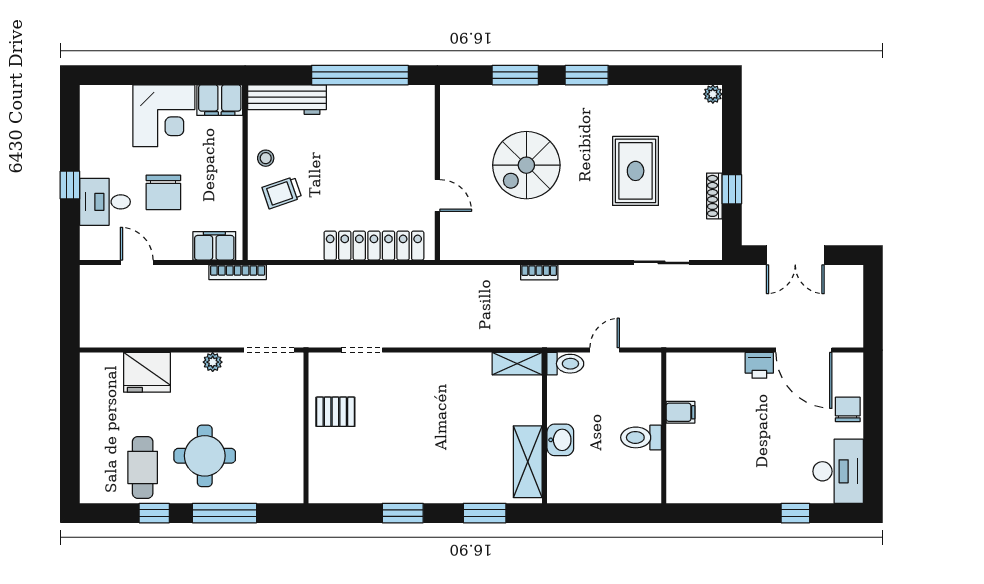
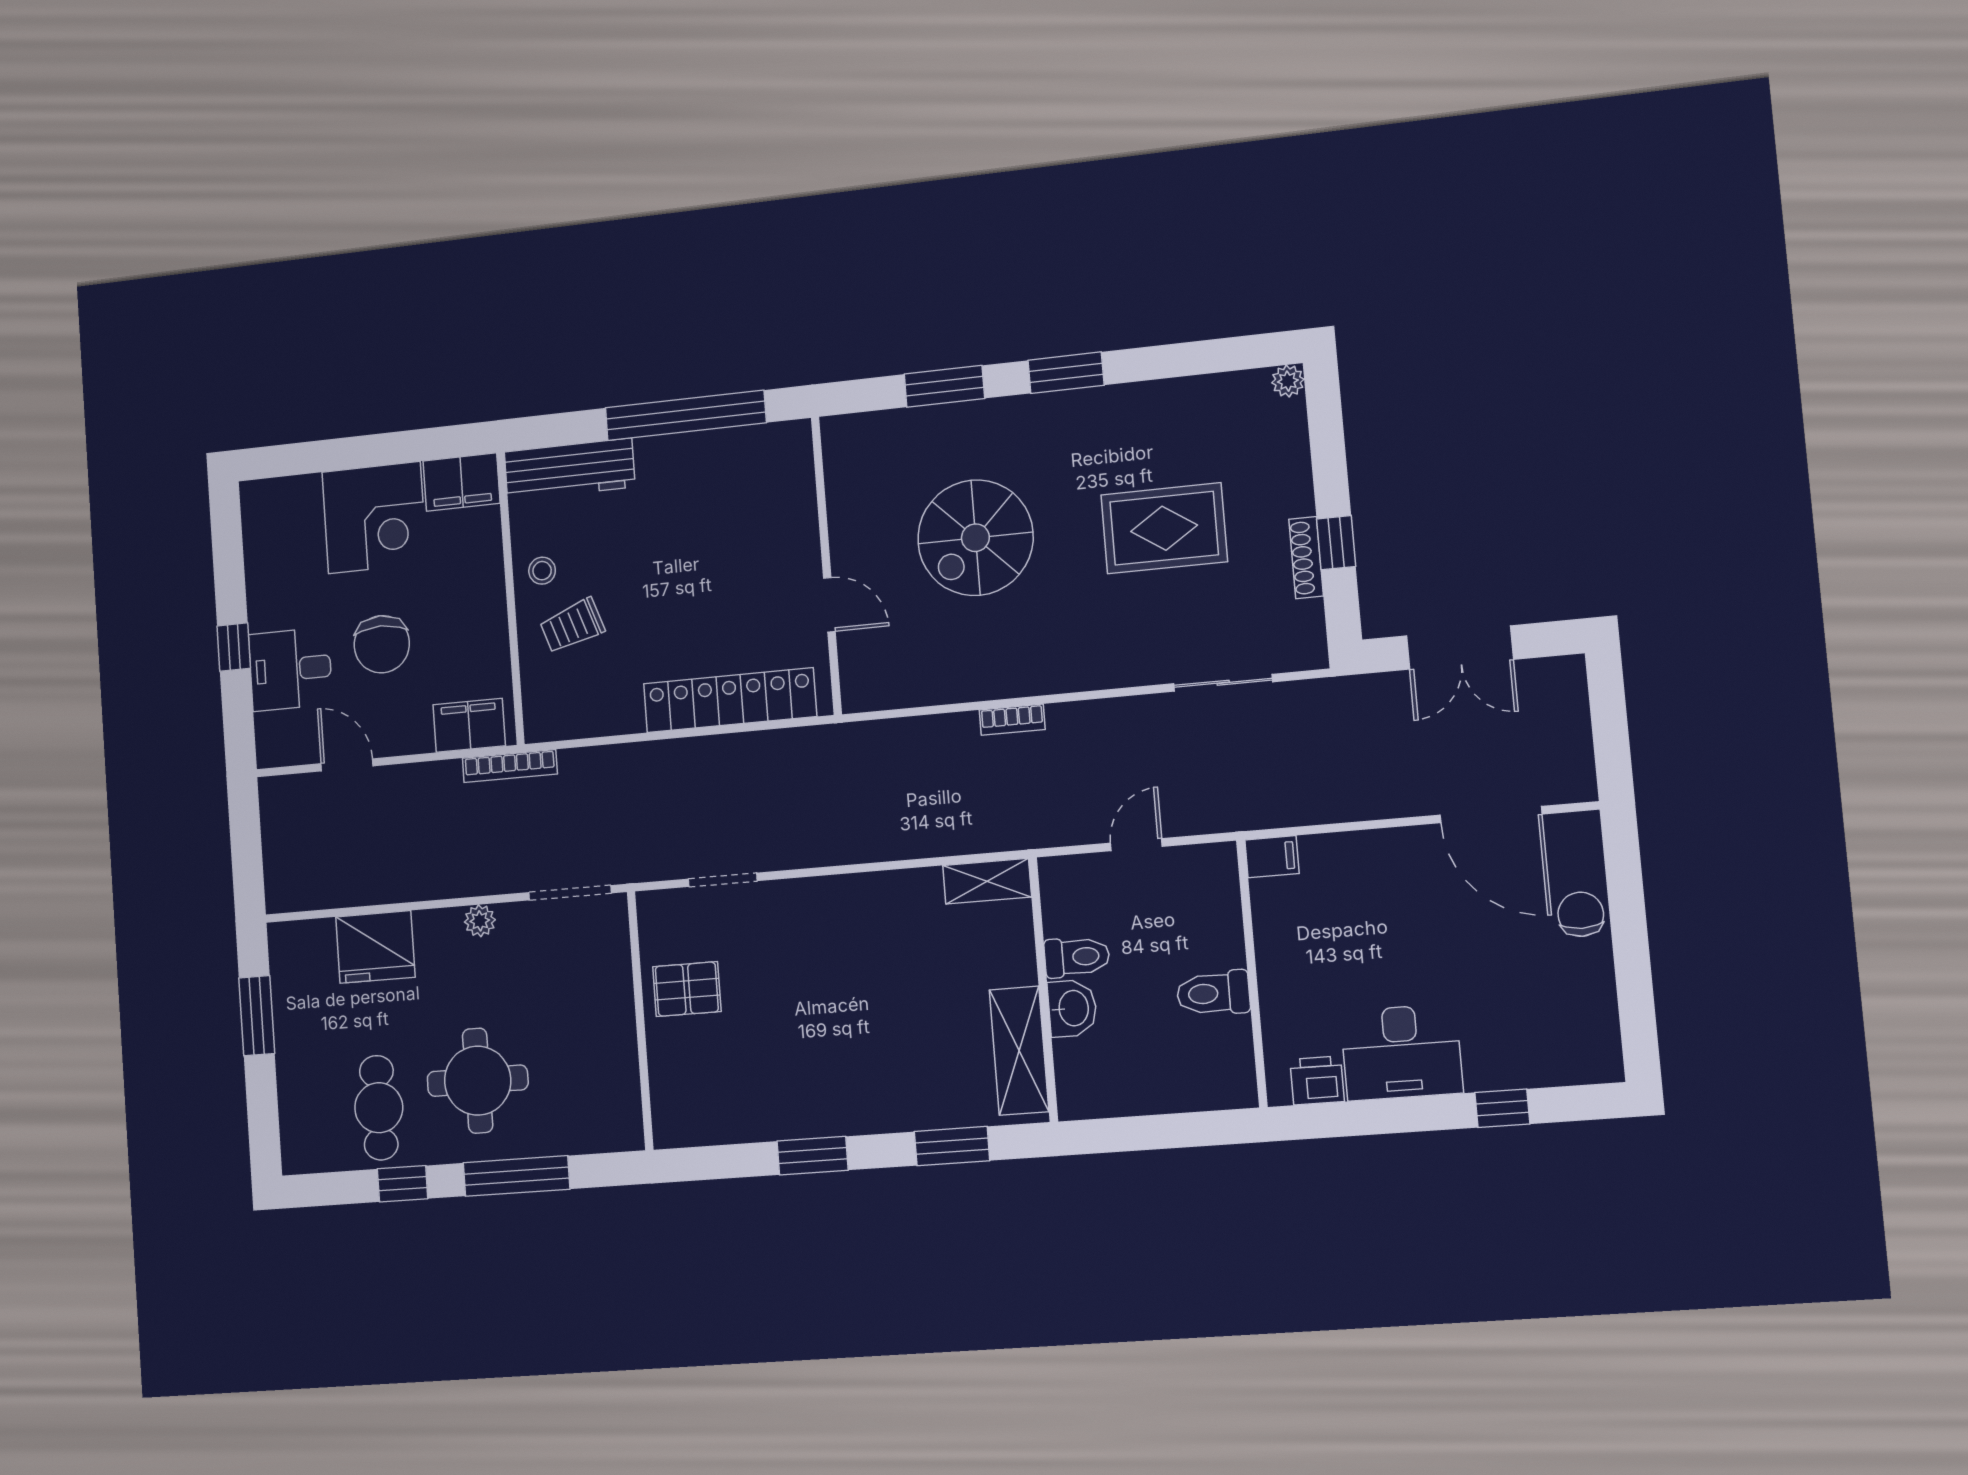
rug: (636, 171) -> (1164, 528), turned 90
toilet: (565, 364) -> (1077, 957), moved
printer: (759, 365) -> (1317, 1080), moved, turned 180
window: (70, 407) -> (257, 1016), added
filing cabinet: (681, 412) -> (1272, 857), moved
desk: (838, 471) -> (1401, 1052), moved, turned 90

